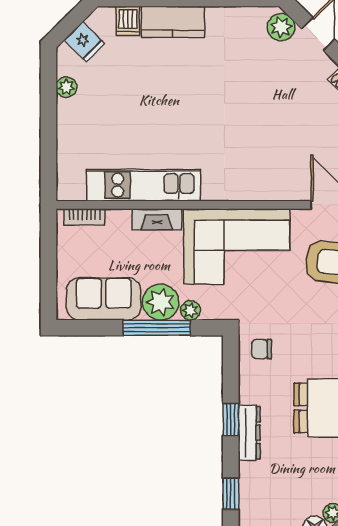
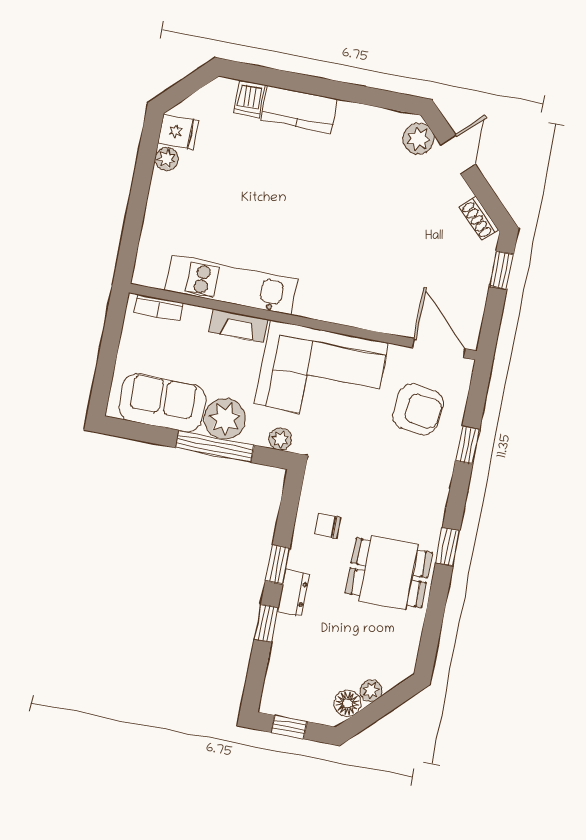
fridge: (84, 42) -> (178, 132), moved, turned -45
plant: (190, 310) -> (280, 439), moved
chair: (262, 349) -> (327, 526), moved
dresser: (249, 433) -> (293, 593), width x0.70
window: (231, 494) -> (266, 623), moved

